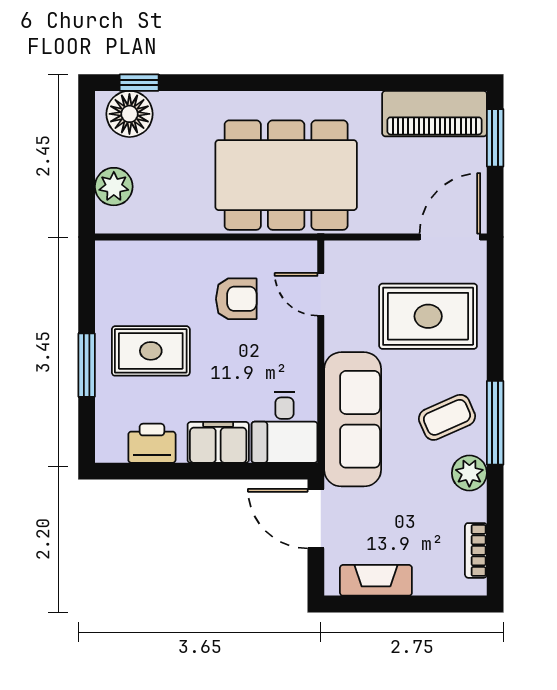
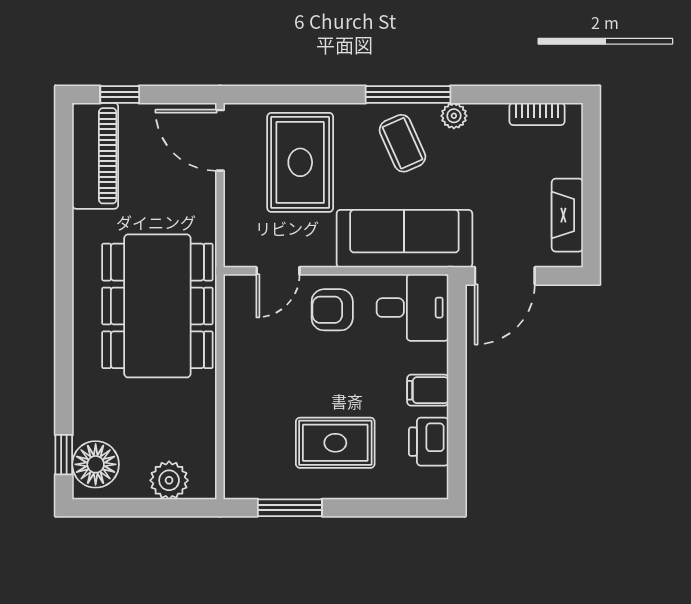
window: (495, 138) -> (120, 94), width x0.67
armchair: (236, 299) -> (332, 310), moved, turned -90
rug: (151, 351) -> (335, 443), turned 90
window: (87, 365) -> (290, 508), moved
filing cabinet: (218, 442) -> (428, 390), width x0.50
plant: (469, 473) -> (454, 116), width x0.73, depth x0.73

